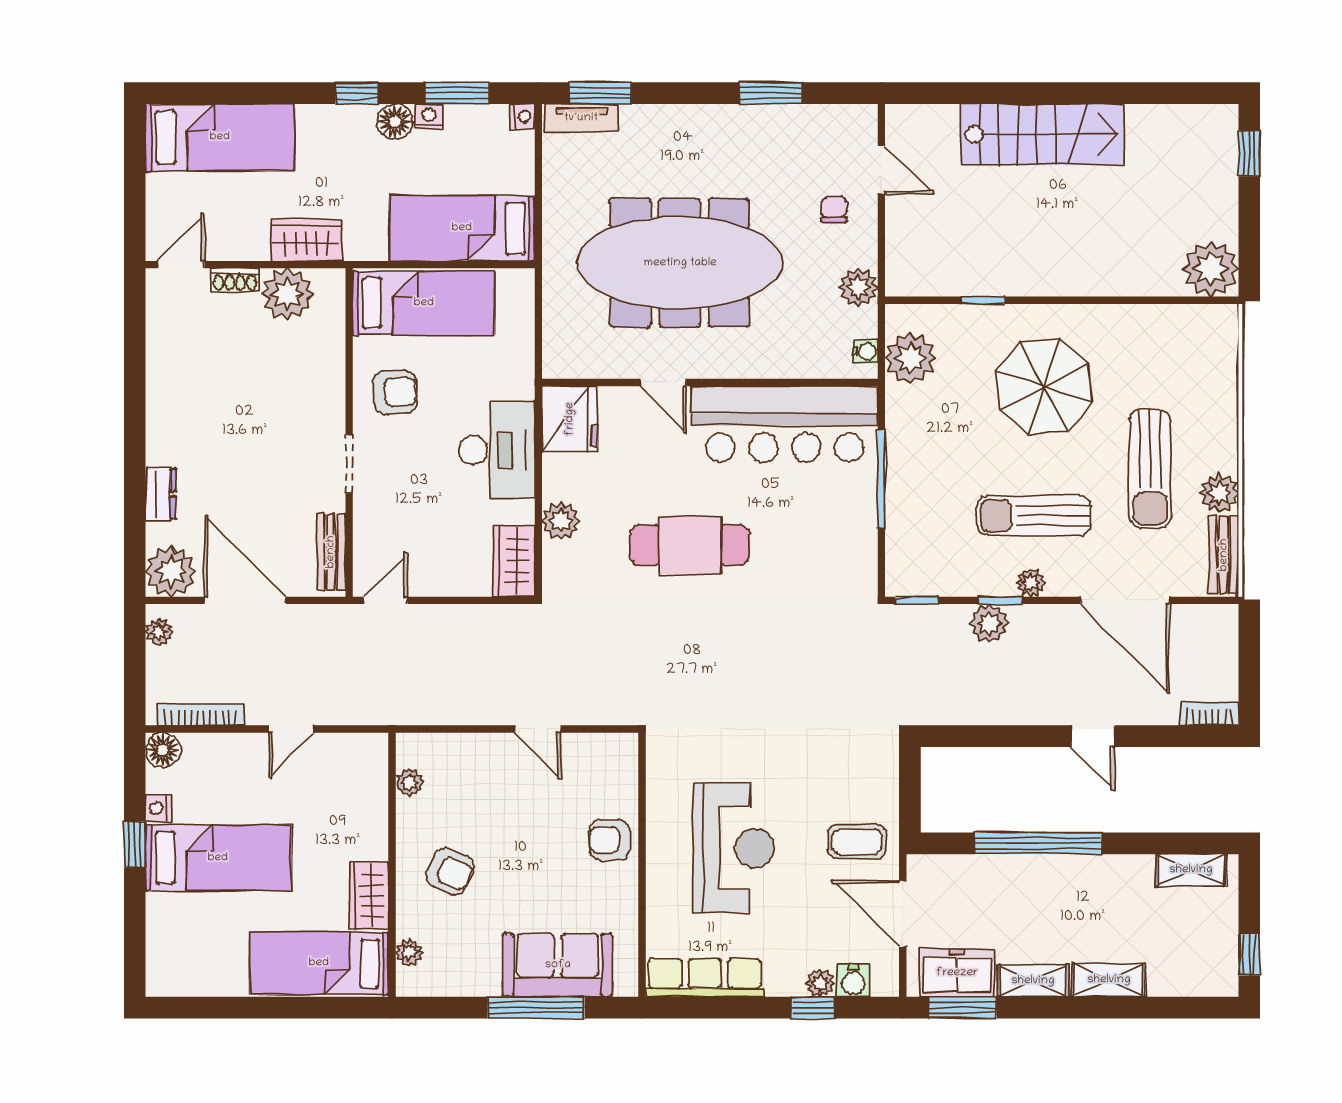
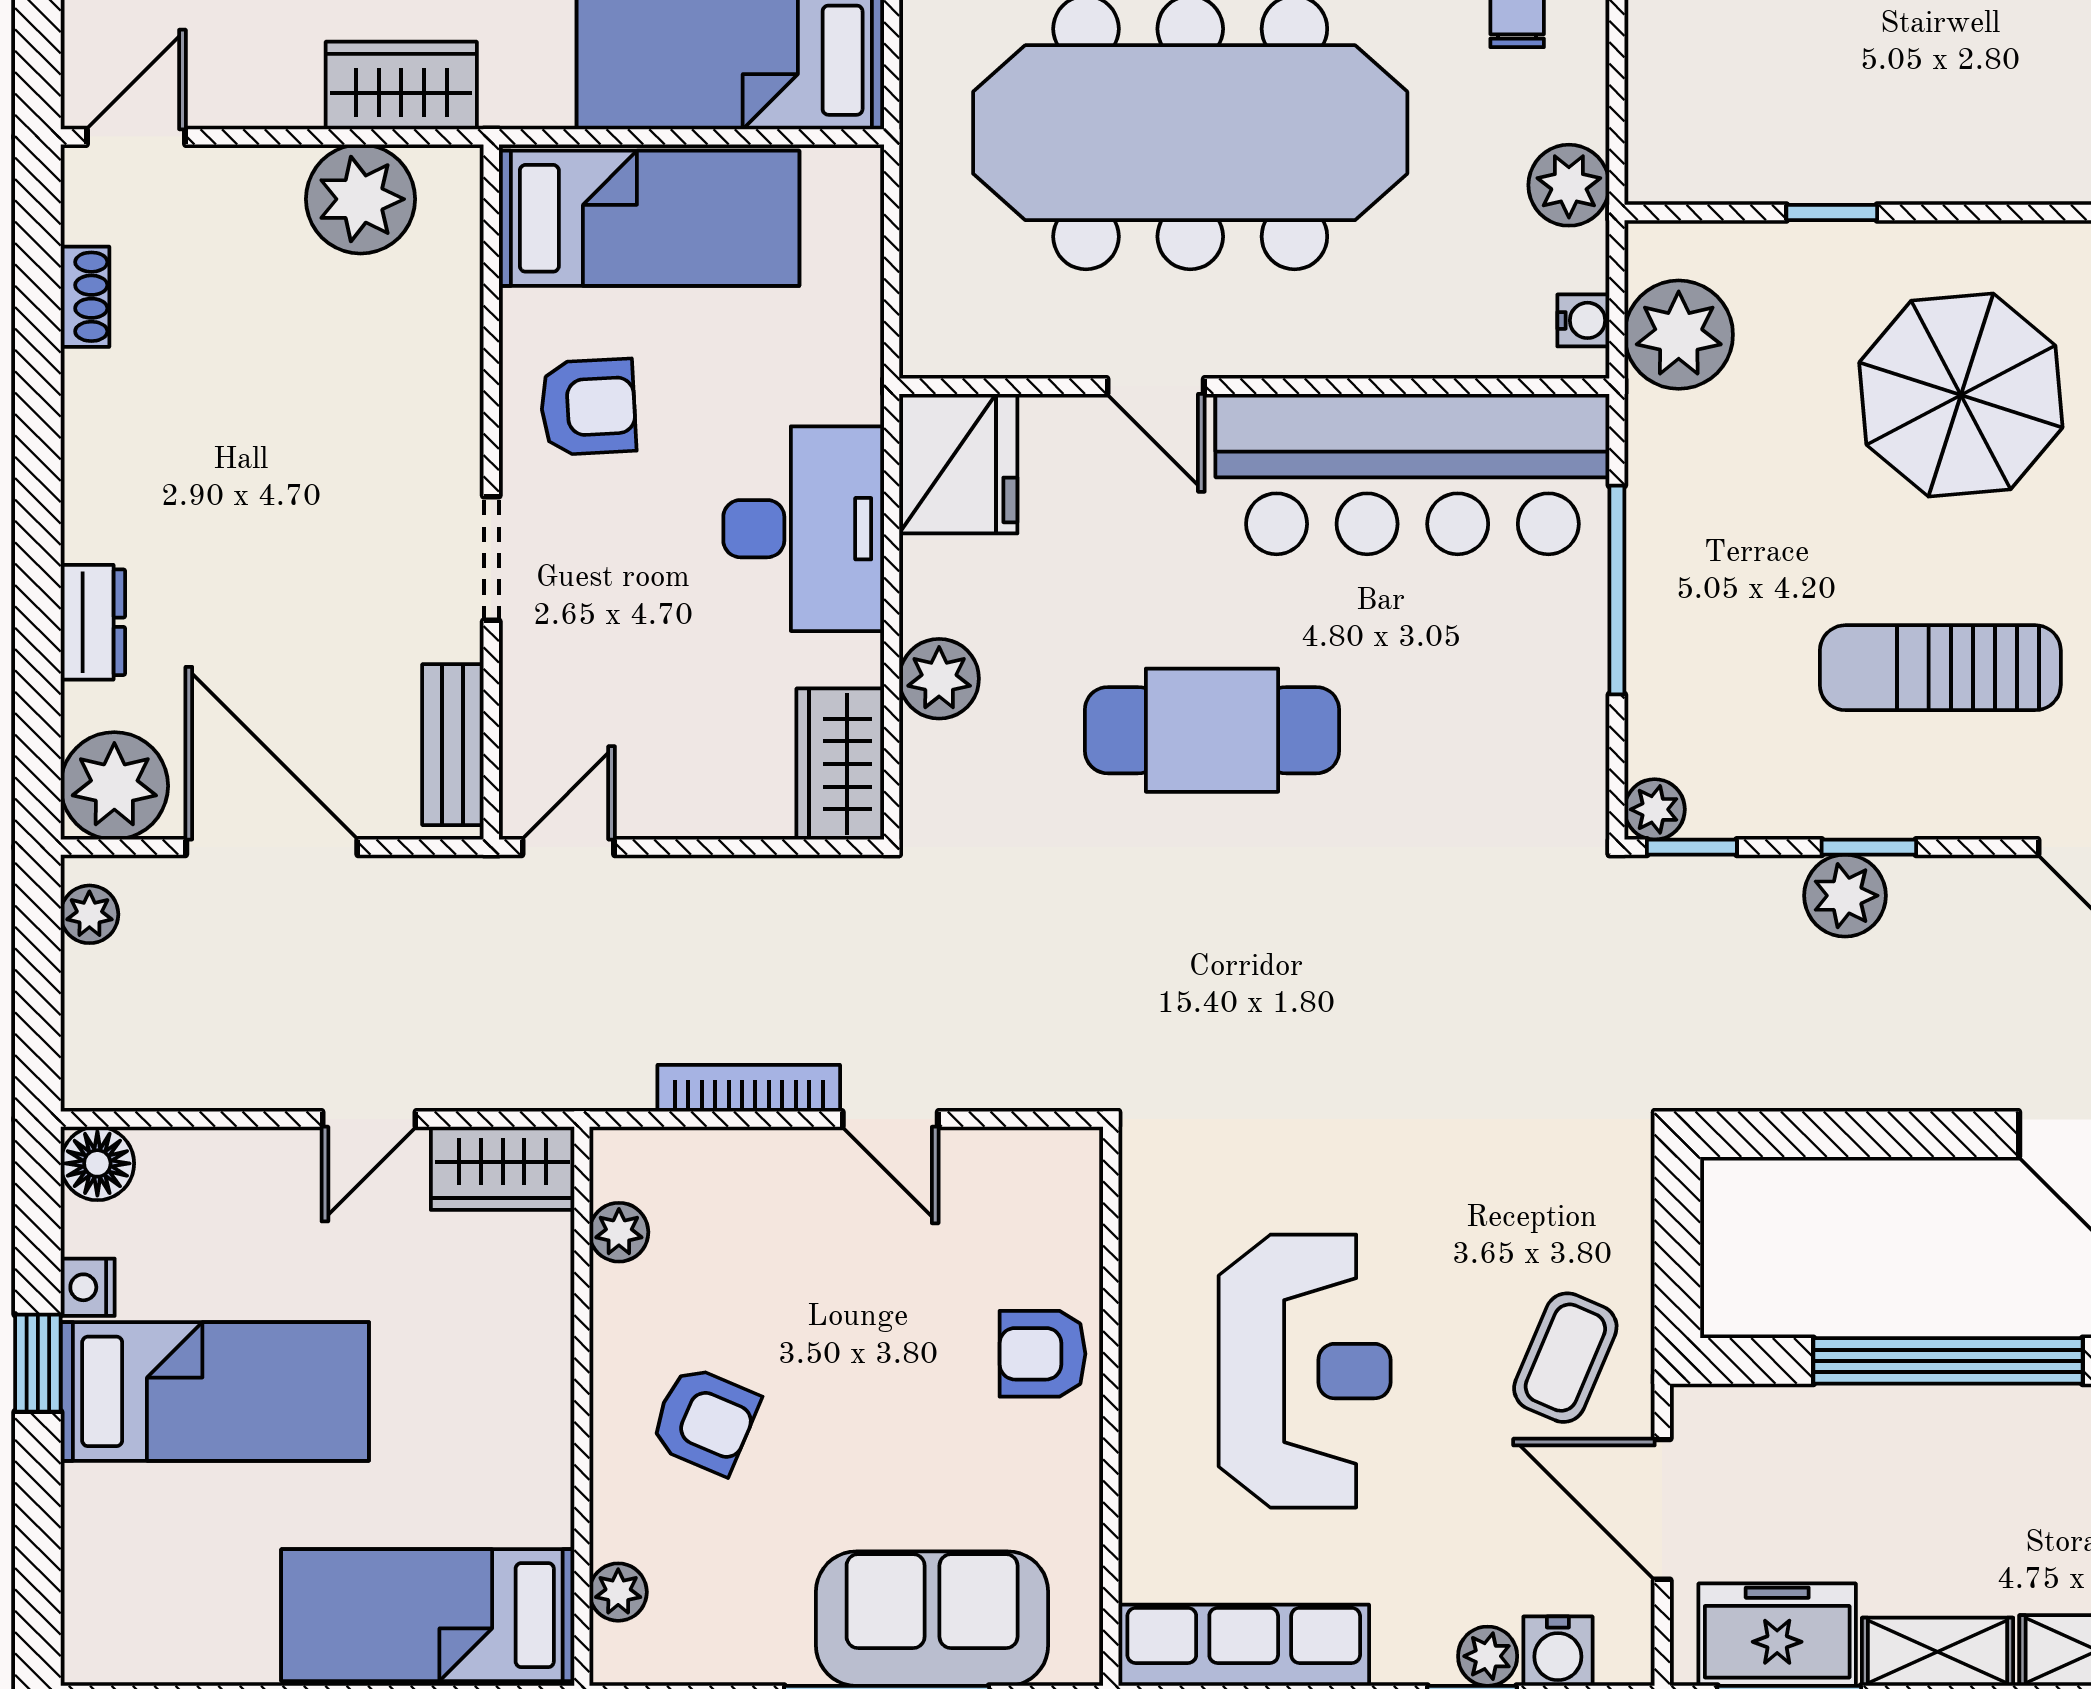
shoe rack: (235, 280) -> (85, 297), moved, turned -90
plant: (1031, 583) -> (1655, 809), moved
bookcase: (201, 714) -> (749, 1088), moved
coffee table: (857, 842) -> (1565, 1358), turned -67
wardrobe: (369, 896) -> (503, 1168), moved, turned -90

